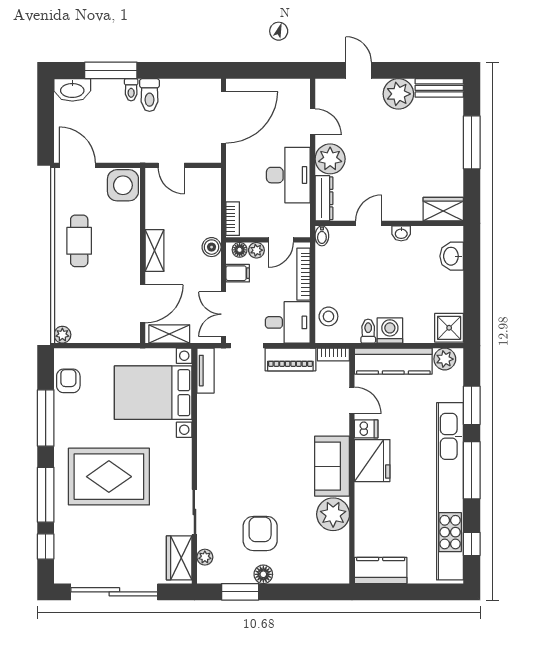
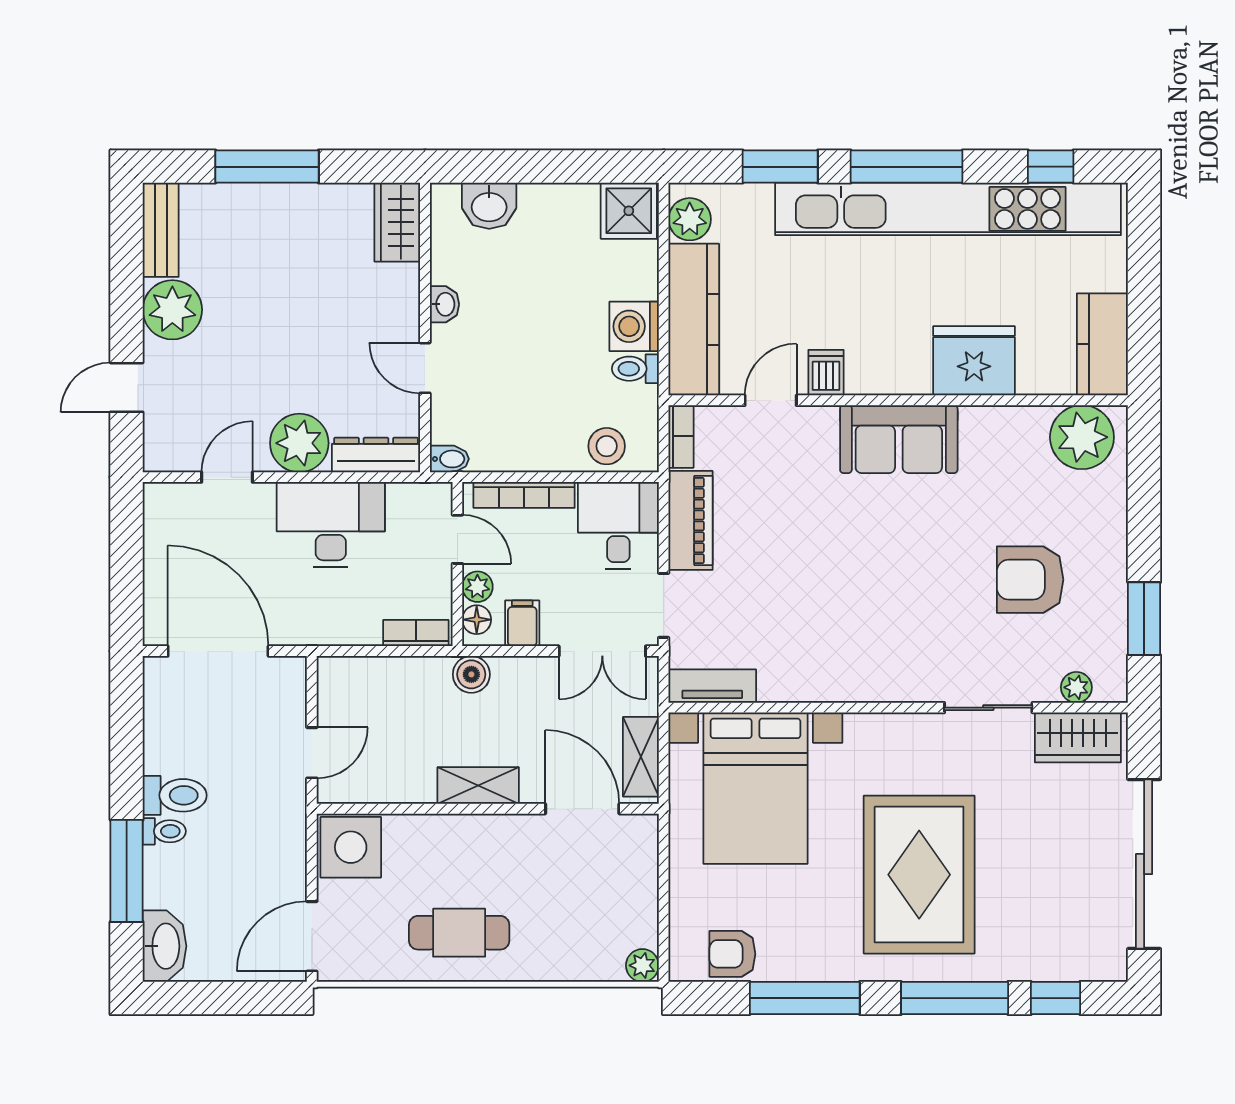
fridge: (372, 461) -> (974, 361), moved
plant: (333, 514) -> (1082, 437), moved
floor lamp: (263, 574) -> (1110, 573), removed

